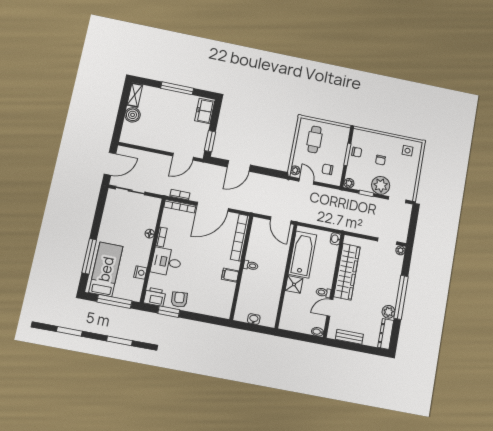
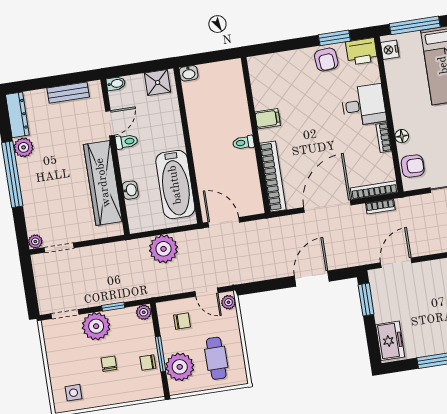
plant: (338, 142) -> (180, 367), added
armchair: (150, 212) -> (413, 166), added
plant: (324, 217) -> (163, 249), added
washbasin: (335, 239) -> (130, 190), moved
nightstand: (140, 273) -> (390, 50), moved
shower: (294, 284) -> (158, 82), moved
washbasin: (254, 319) -> (189, 73), moved

